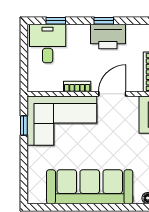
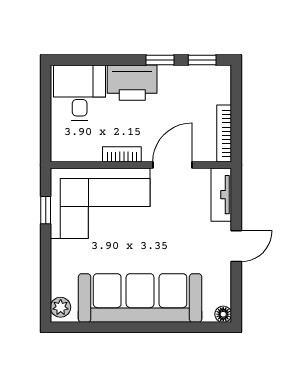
window: (56, 21) -> (202, 60), moved
printer: (108, 37) -> (132, 83), moved
plant: (34, 193) -> (61, 307), added

